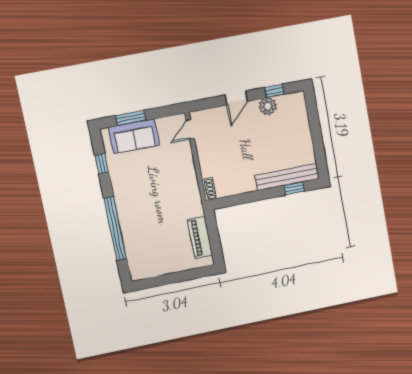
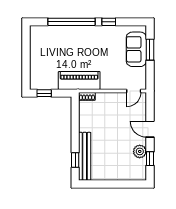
door: (190, 129) -> (134, 91), swing flipped
window: (102, 164) -> (109, 22), moved
piano: (200, 237) -> (79, 80), moved, width x1.37, depth x1.33
window: (216, 245) -> (44, 93), added

